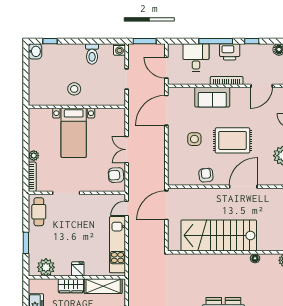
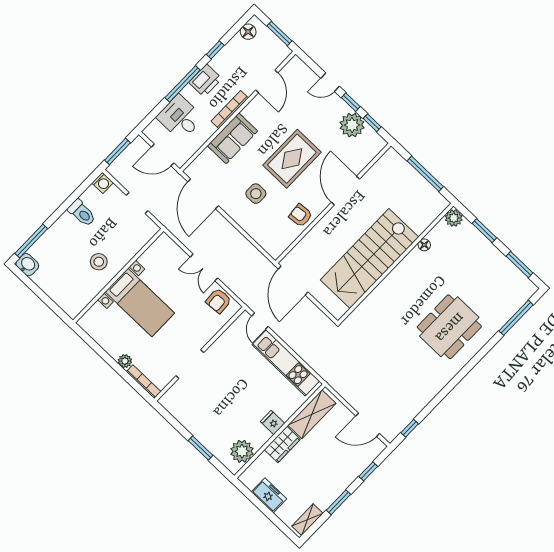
window: (50, 41) -> (31, 241), width x2.17
cafe table: (39, 212) -> (183, 407), removed

